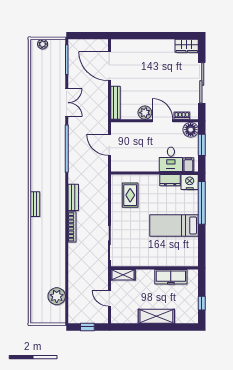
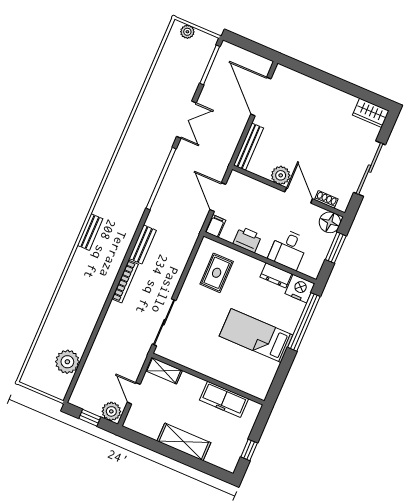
printer: (141, 165) -> (247, 240), added
filing cabinet: (188, 165) -> (215, 226), moved
plant: (100, 317) -> (111, 411), added

